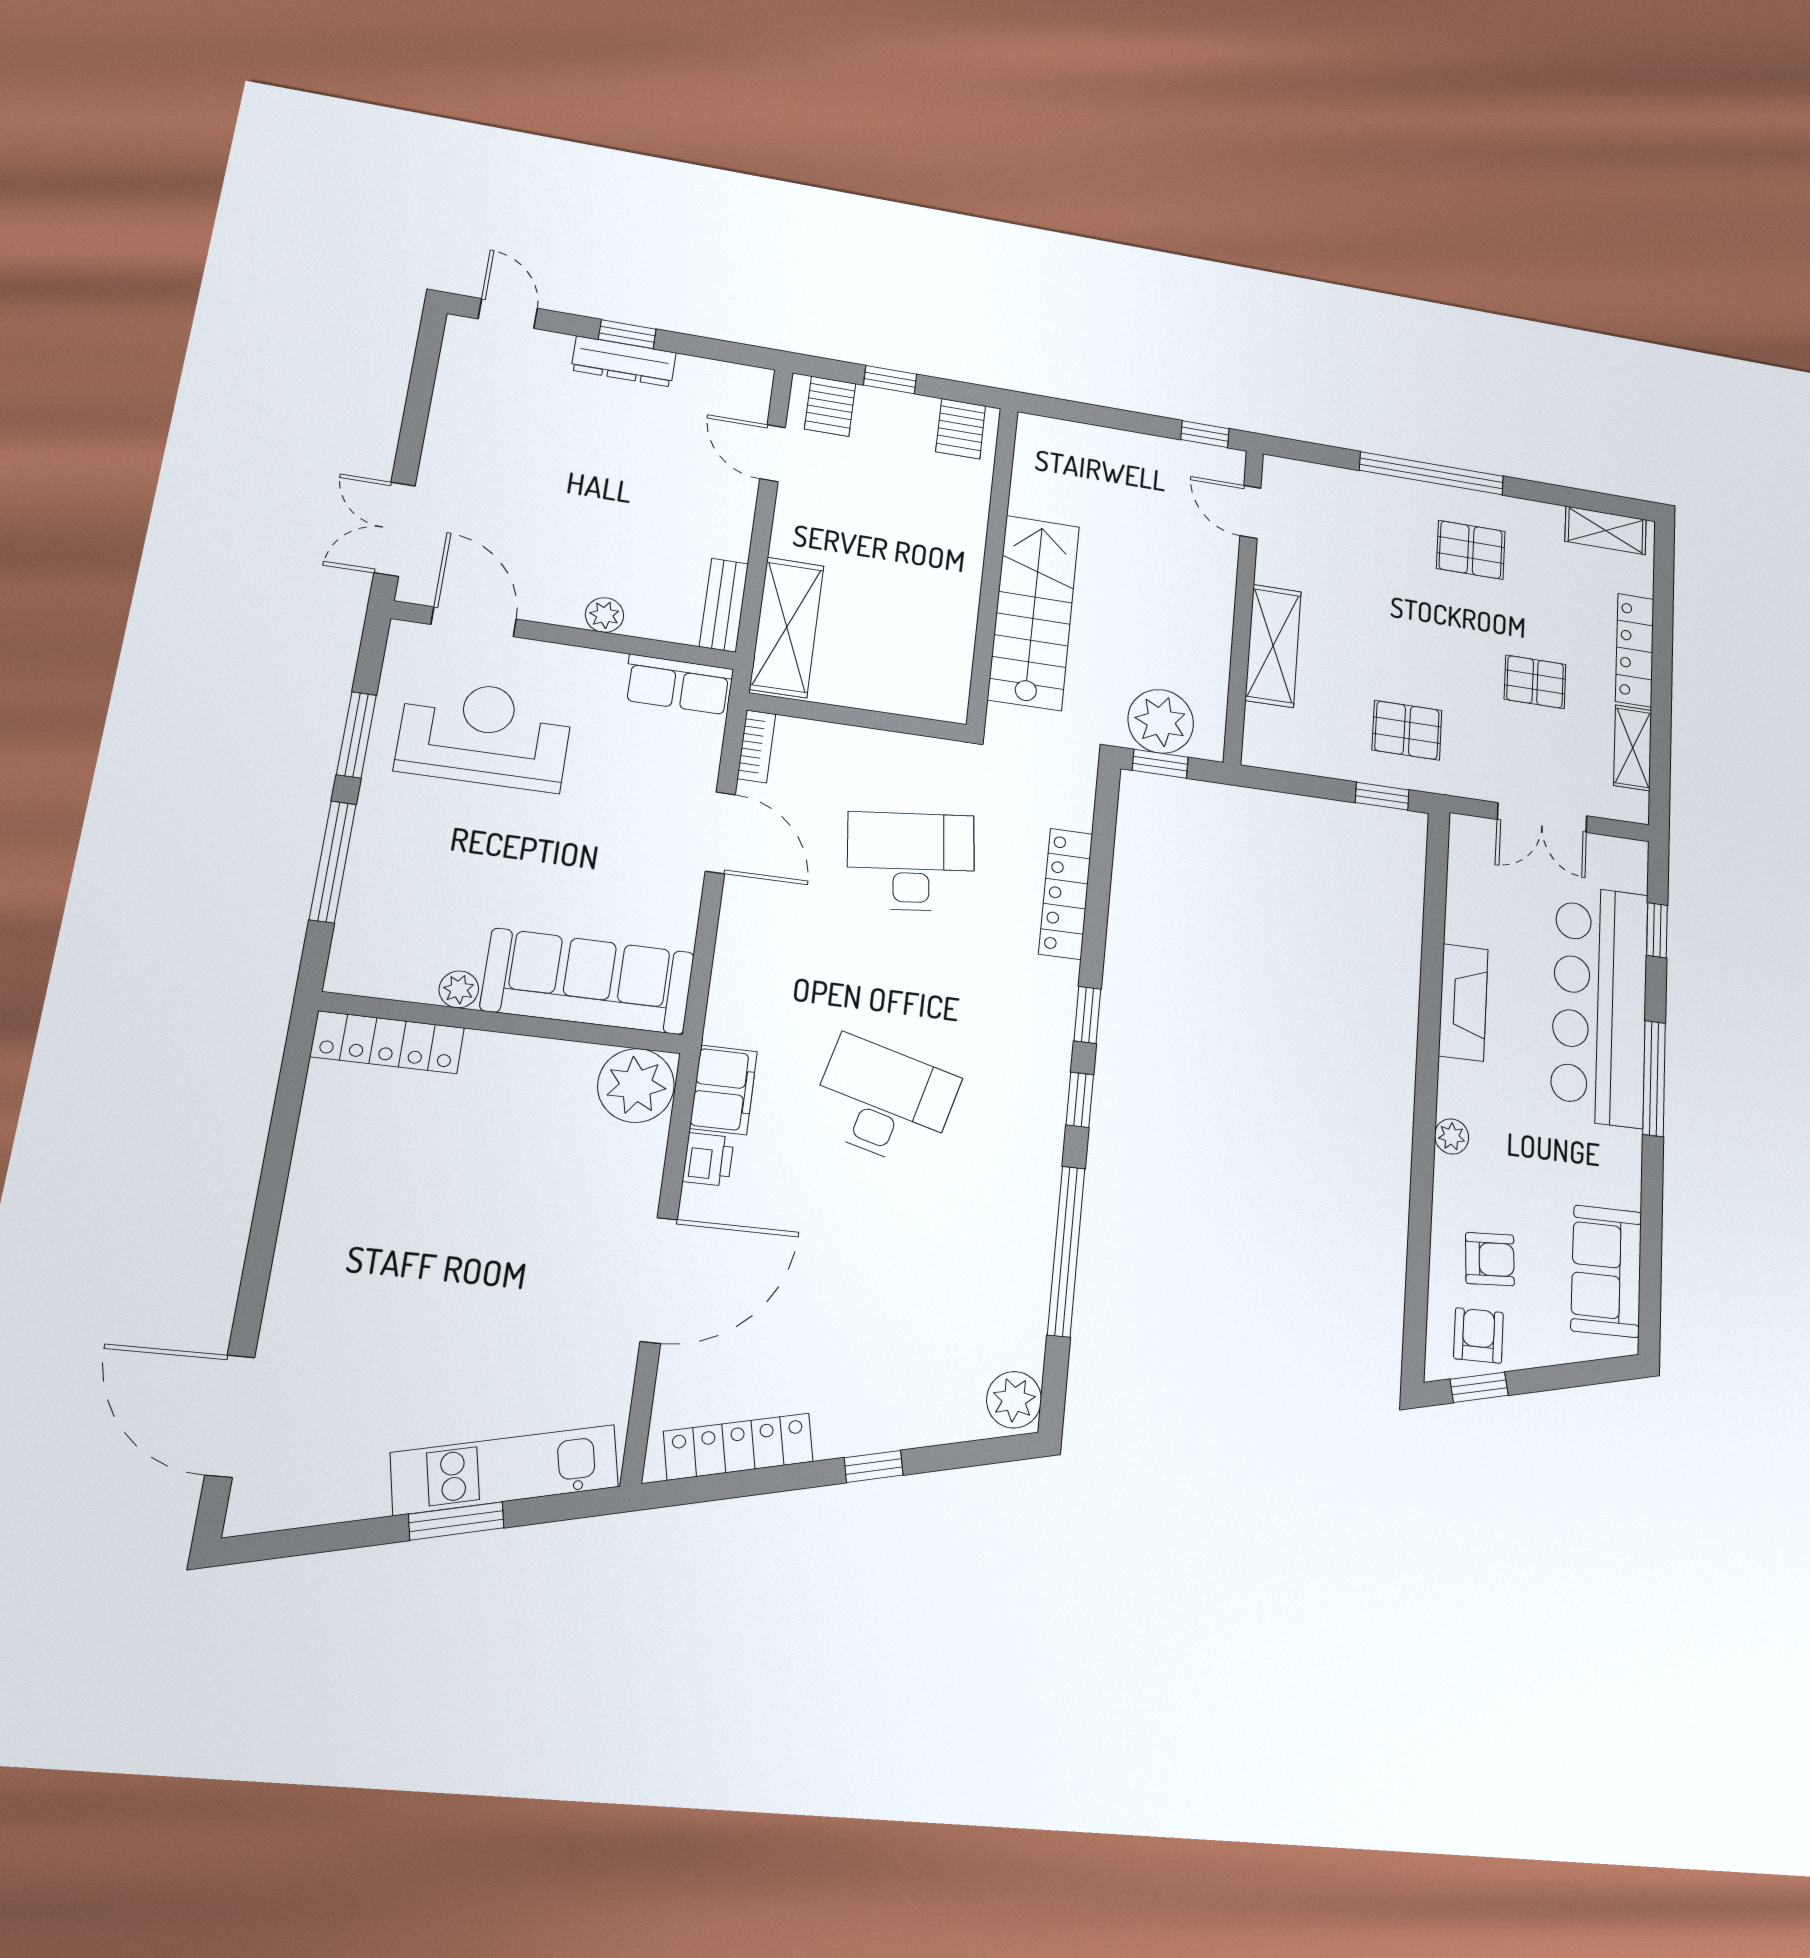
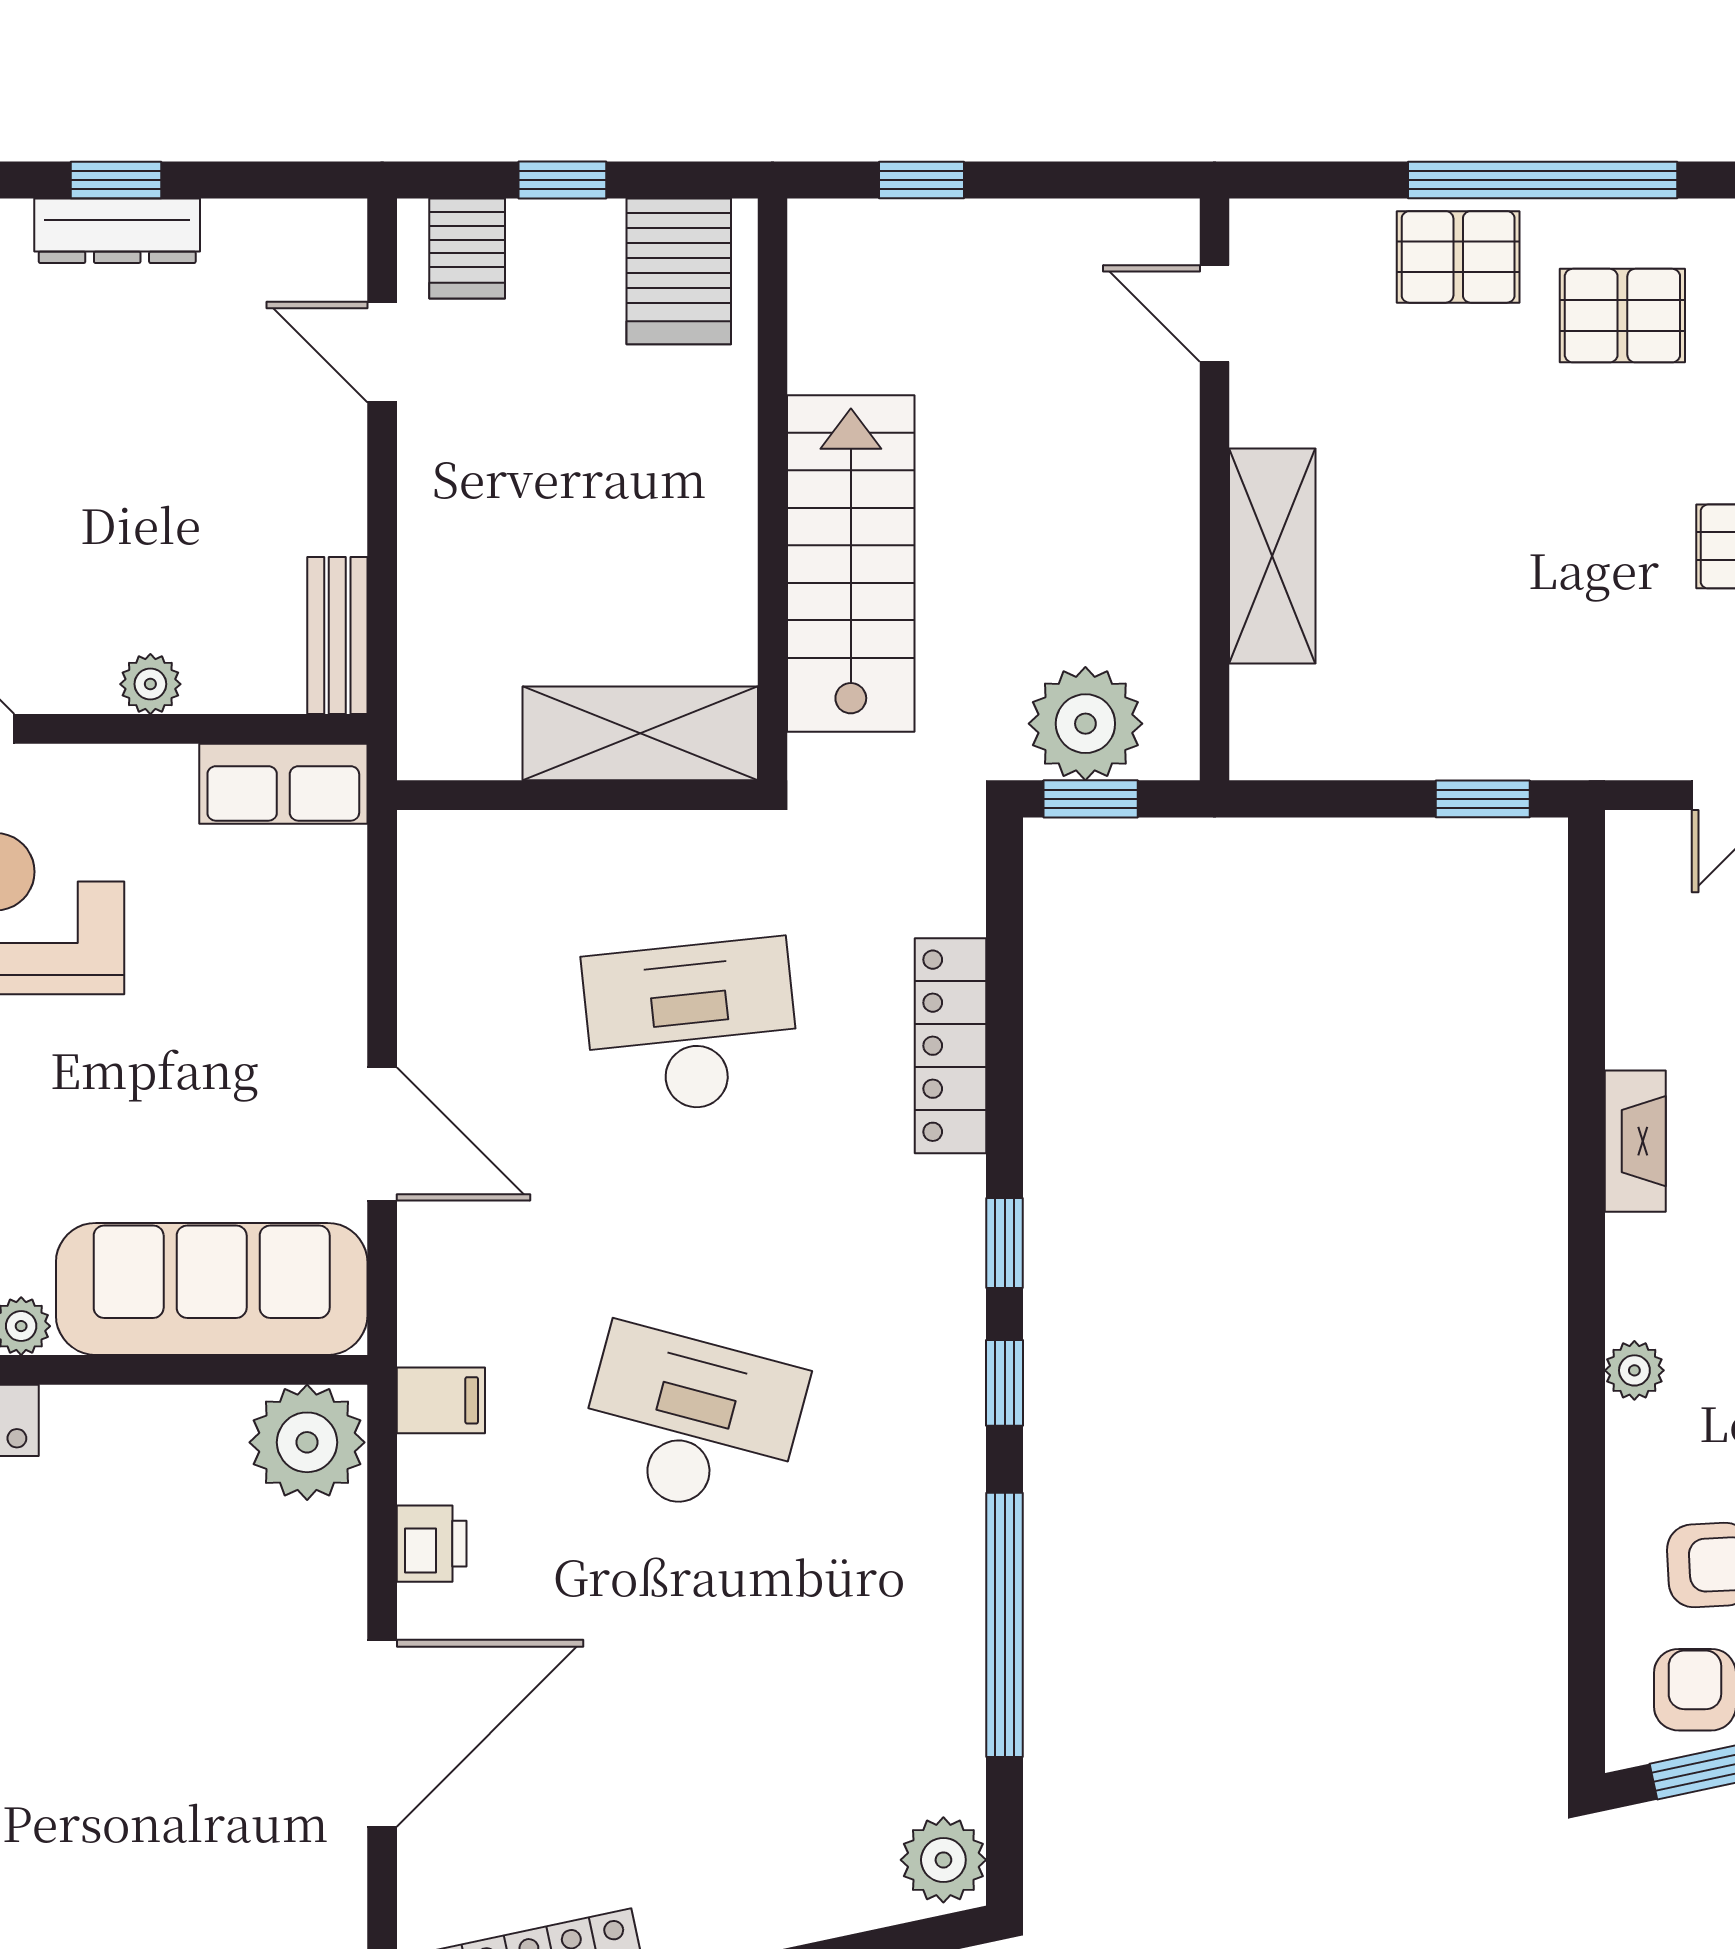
server rack: (961, 429) -> (679, 271), width x1.36, depth x1.44
window: (1205, 434) -> (921, 180), moved
shelving: (787, 627) -> (640, 733), moved, turned 90
pallet: (1407, 730) -> (1458, 257), moved
bookcase: (756, 746) -> (421, 869), removed
door: (720, 833) -> (382, 1134), moved
fireplace: (1463, 1002) -> (1635, 1141), width x0.73, depth x0.76
filing cabinet: (724, 1090) -> (441, 1400), width x0.50

